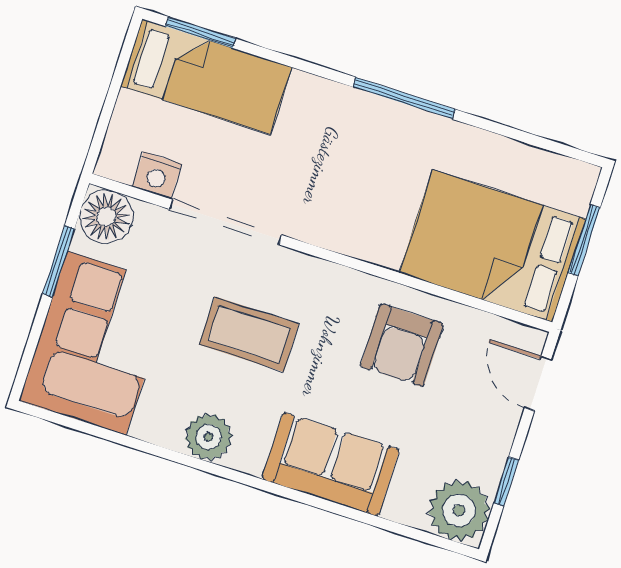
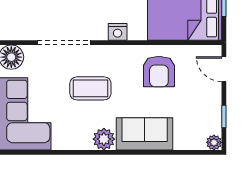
nightstand: (157, 175) -> (118, 32), moved
plant: (209, 437) -> (104, 139), moved
plant: (459, 510) -> (214, 142), width x0.53, depth x0.53

